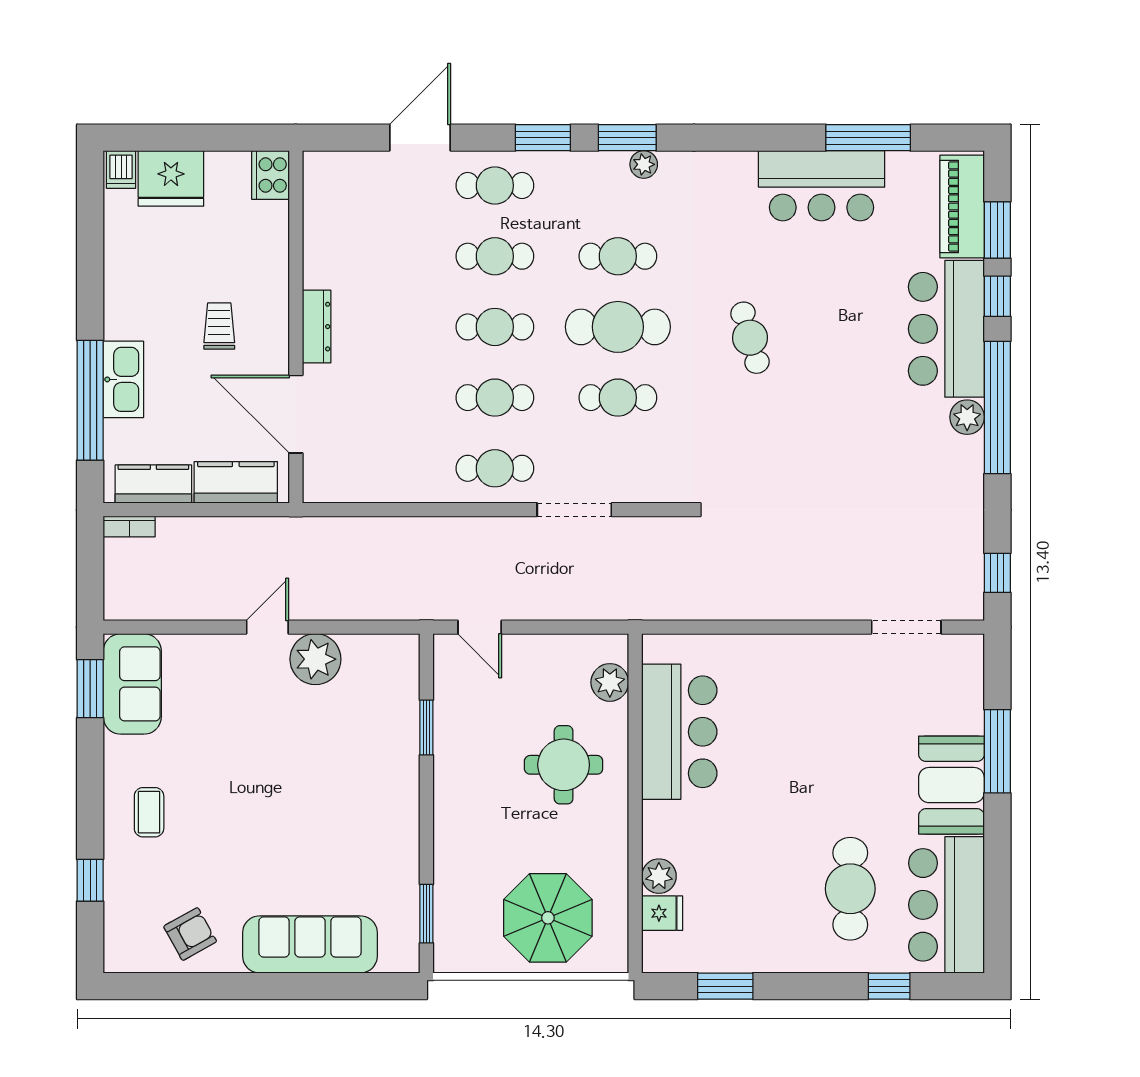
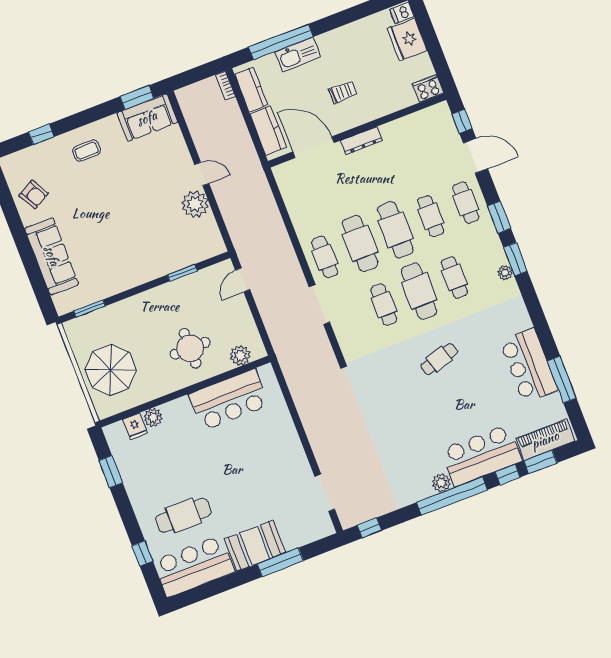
window: (351, 138) -> (462, 121), added
cafe table: (495, 327) -> (395, 230), width x1.37, depth x1.35
cafe table: (495, 398) -> (360, 243), width x1.37, depth x1.35
door: (296, 414) -> (314, 147), hinge flipped

